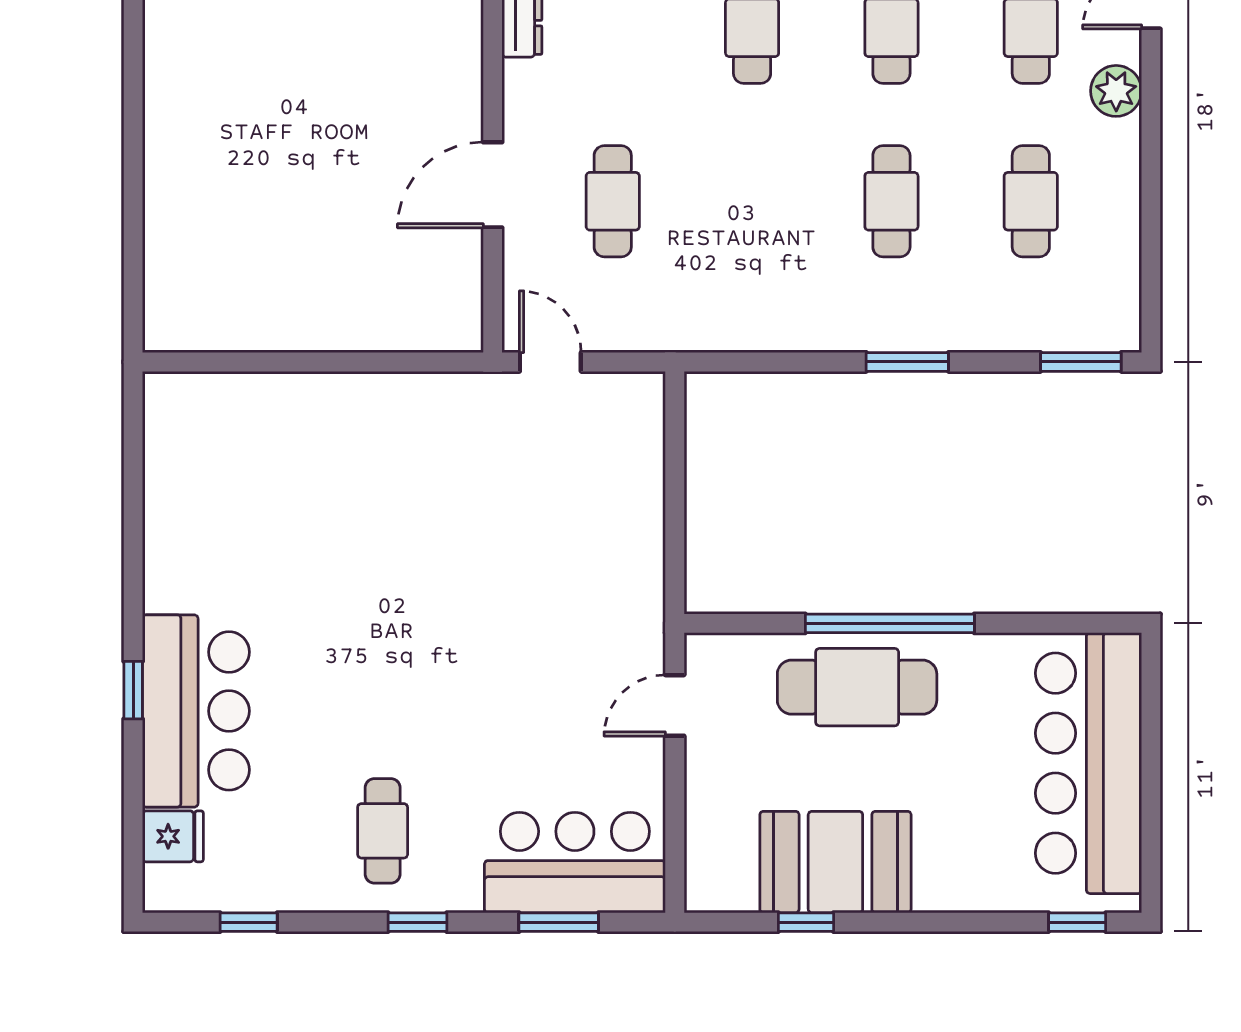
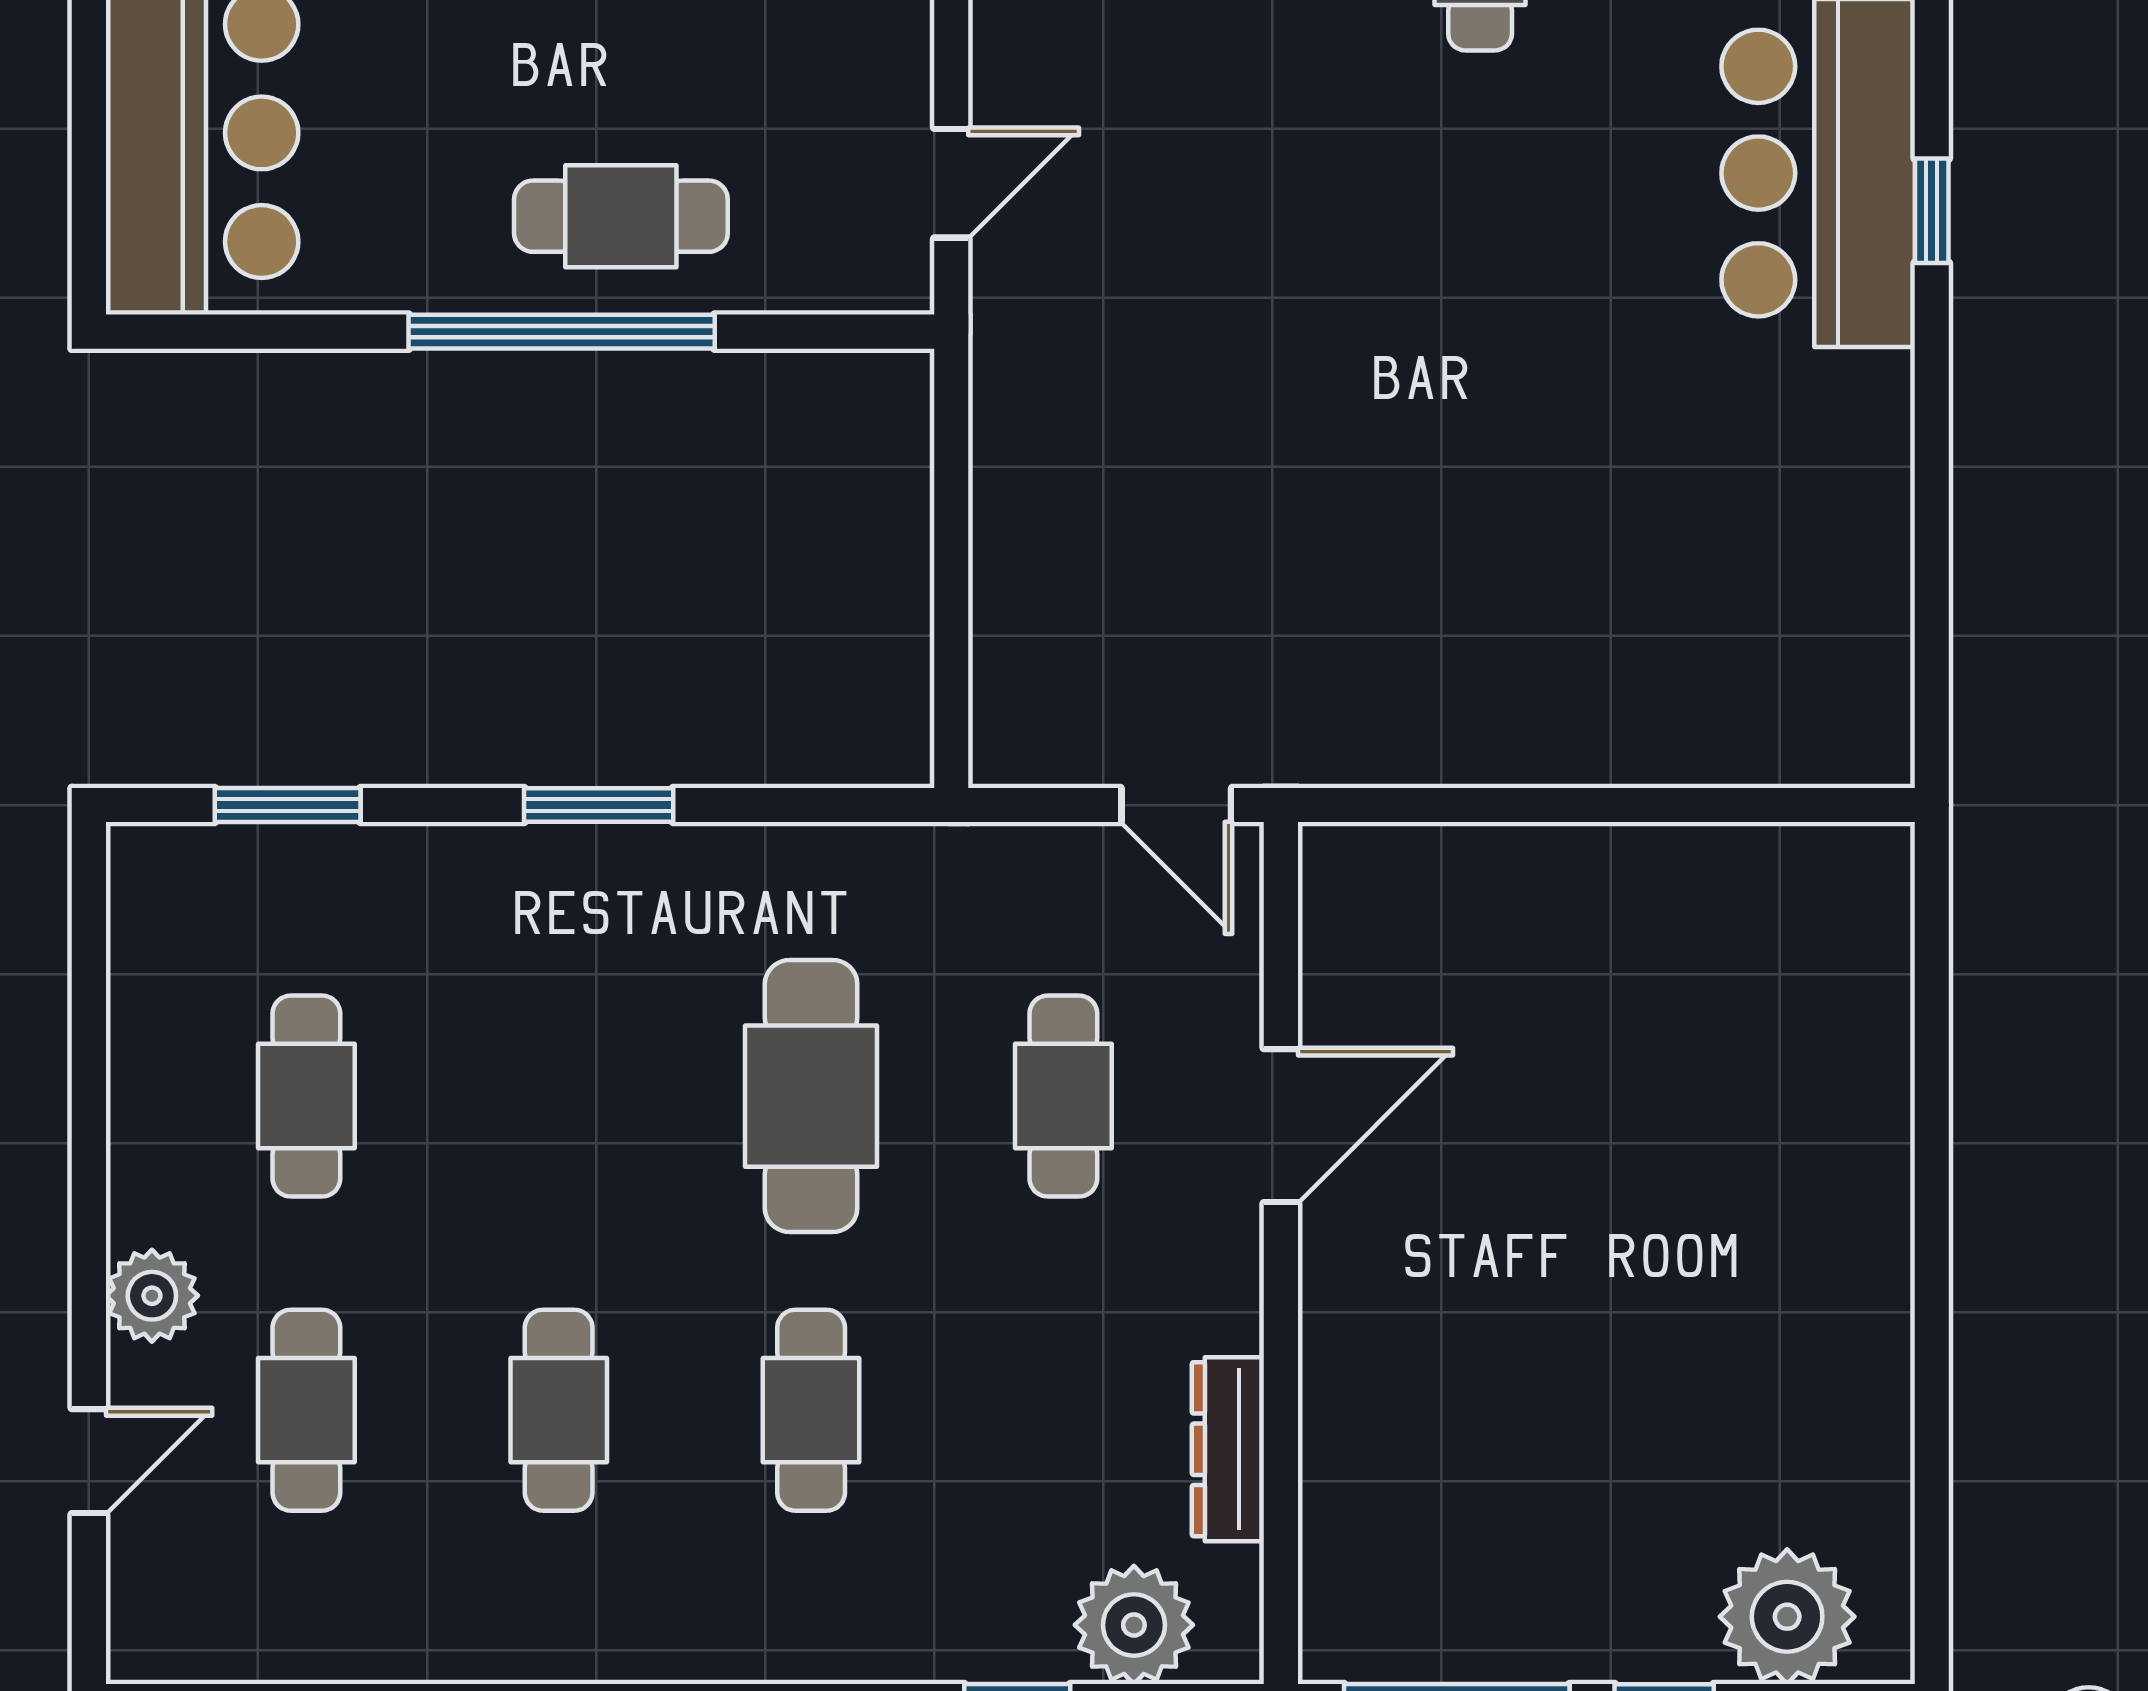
cafe table: (891, 201) -> (811, 1096), moved, width x1.37, depth x1.35
window: (907, 362) -> (599, 805), moved
window: (1081, 362) -> (288, 805), moved
cafe table: (857, 687) -> (621, 216), width x0.73, depth x0.74

